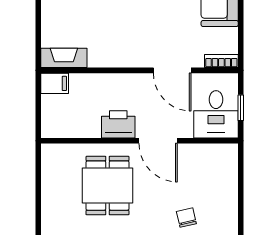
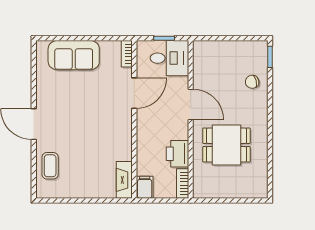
printer: (118, 124) -> (177, 154), moved
bookcase: (59, 131) -> (183, 183), added
door: (158, 141) -> (191, 104), hinge flipped

